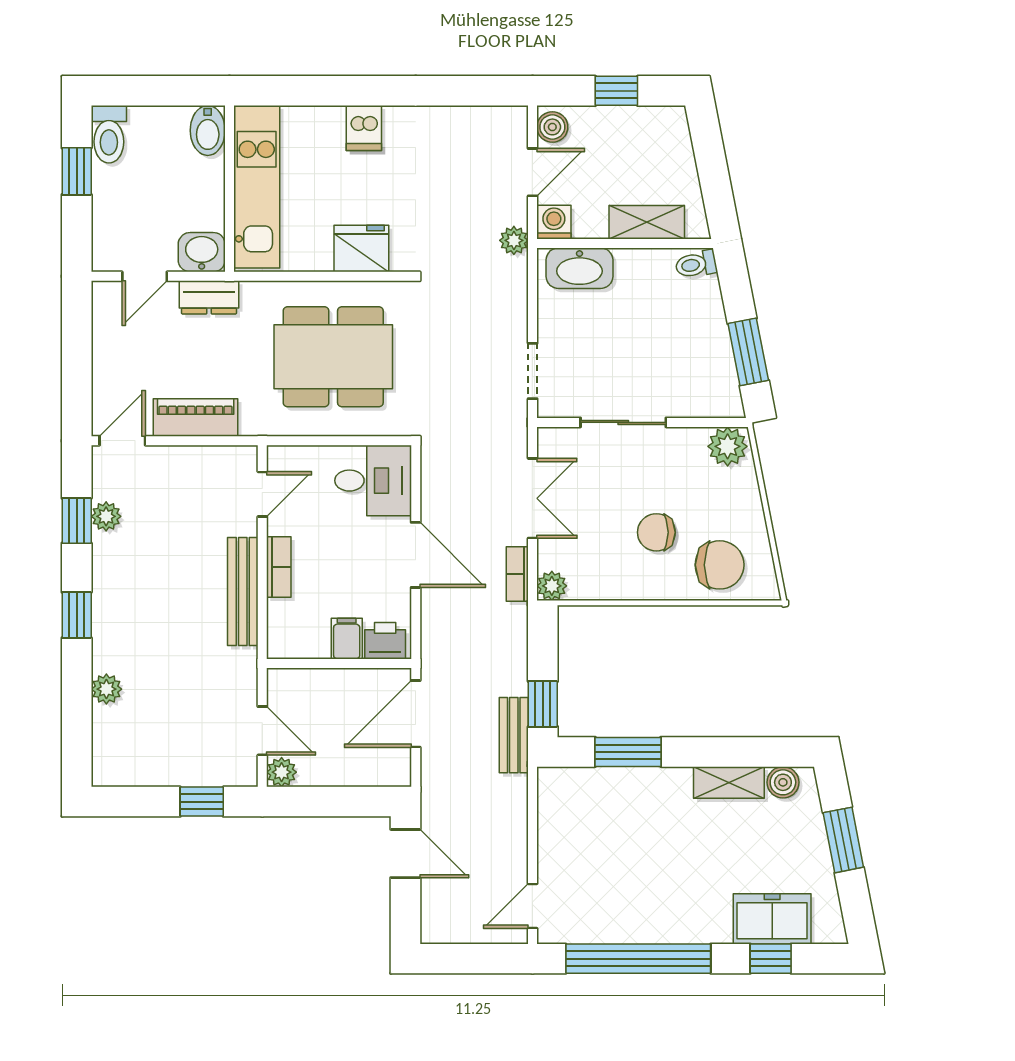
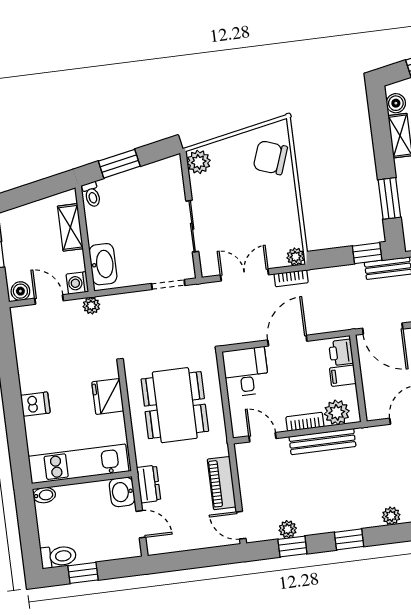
bidet: (208, 130) -> (44, 495), width x0.72, depth x0.74
window: (748, 352) -> (119, 164), moved
chair: (656, 532) -> (256, 198), removed
chair: (720, 565) -> (270, 158), turned -70
plant: (288, 621) -> (337, 412), added

